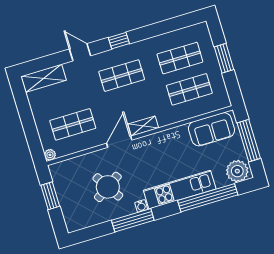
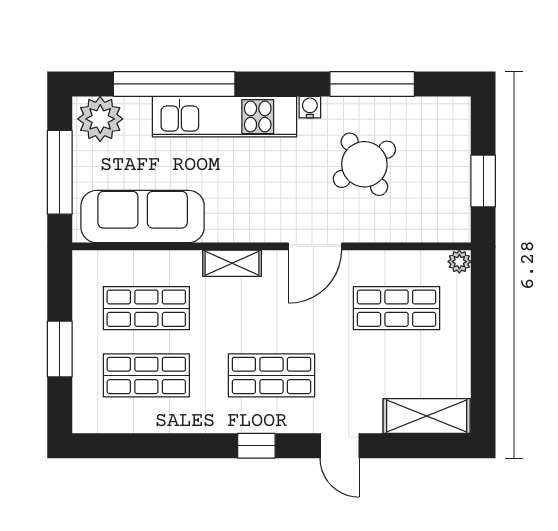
shelving: (143, 126) -> (232, 263), moved
sofa: (211, 129) -> (143, 217), width x1.36
window: (133, 220) -> (372, 84), moved

